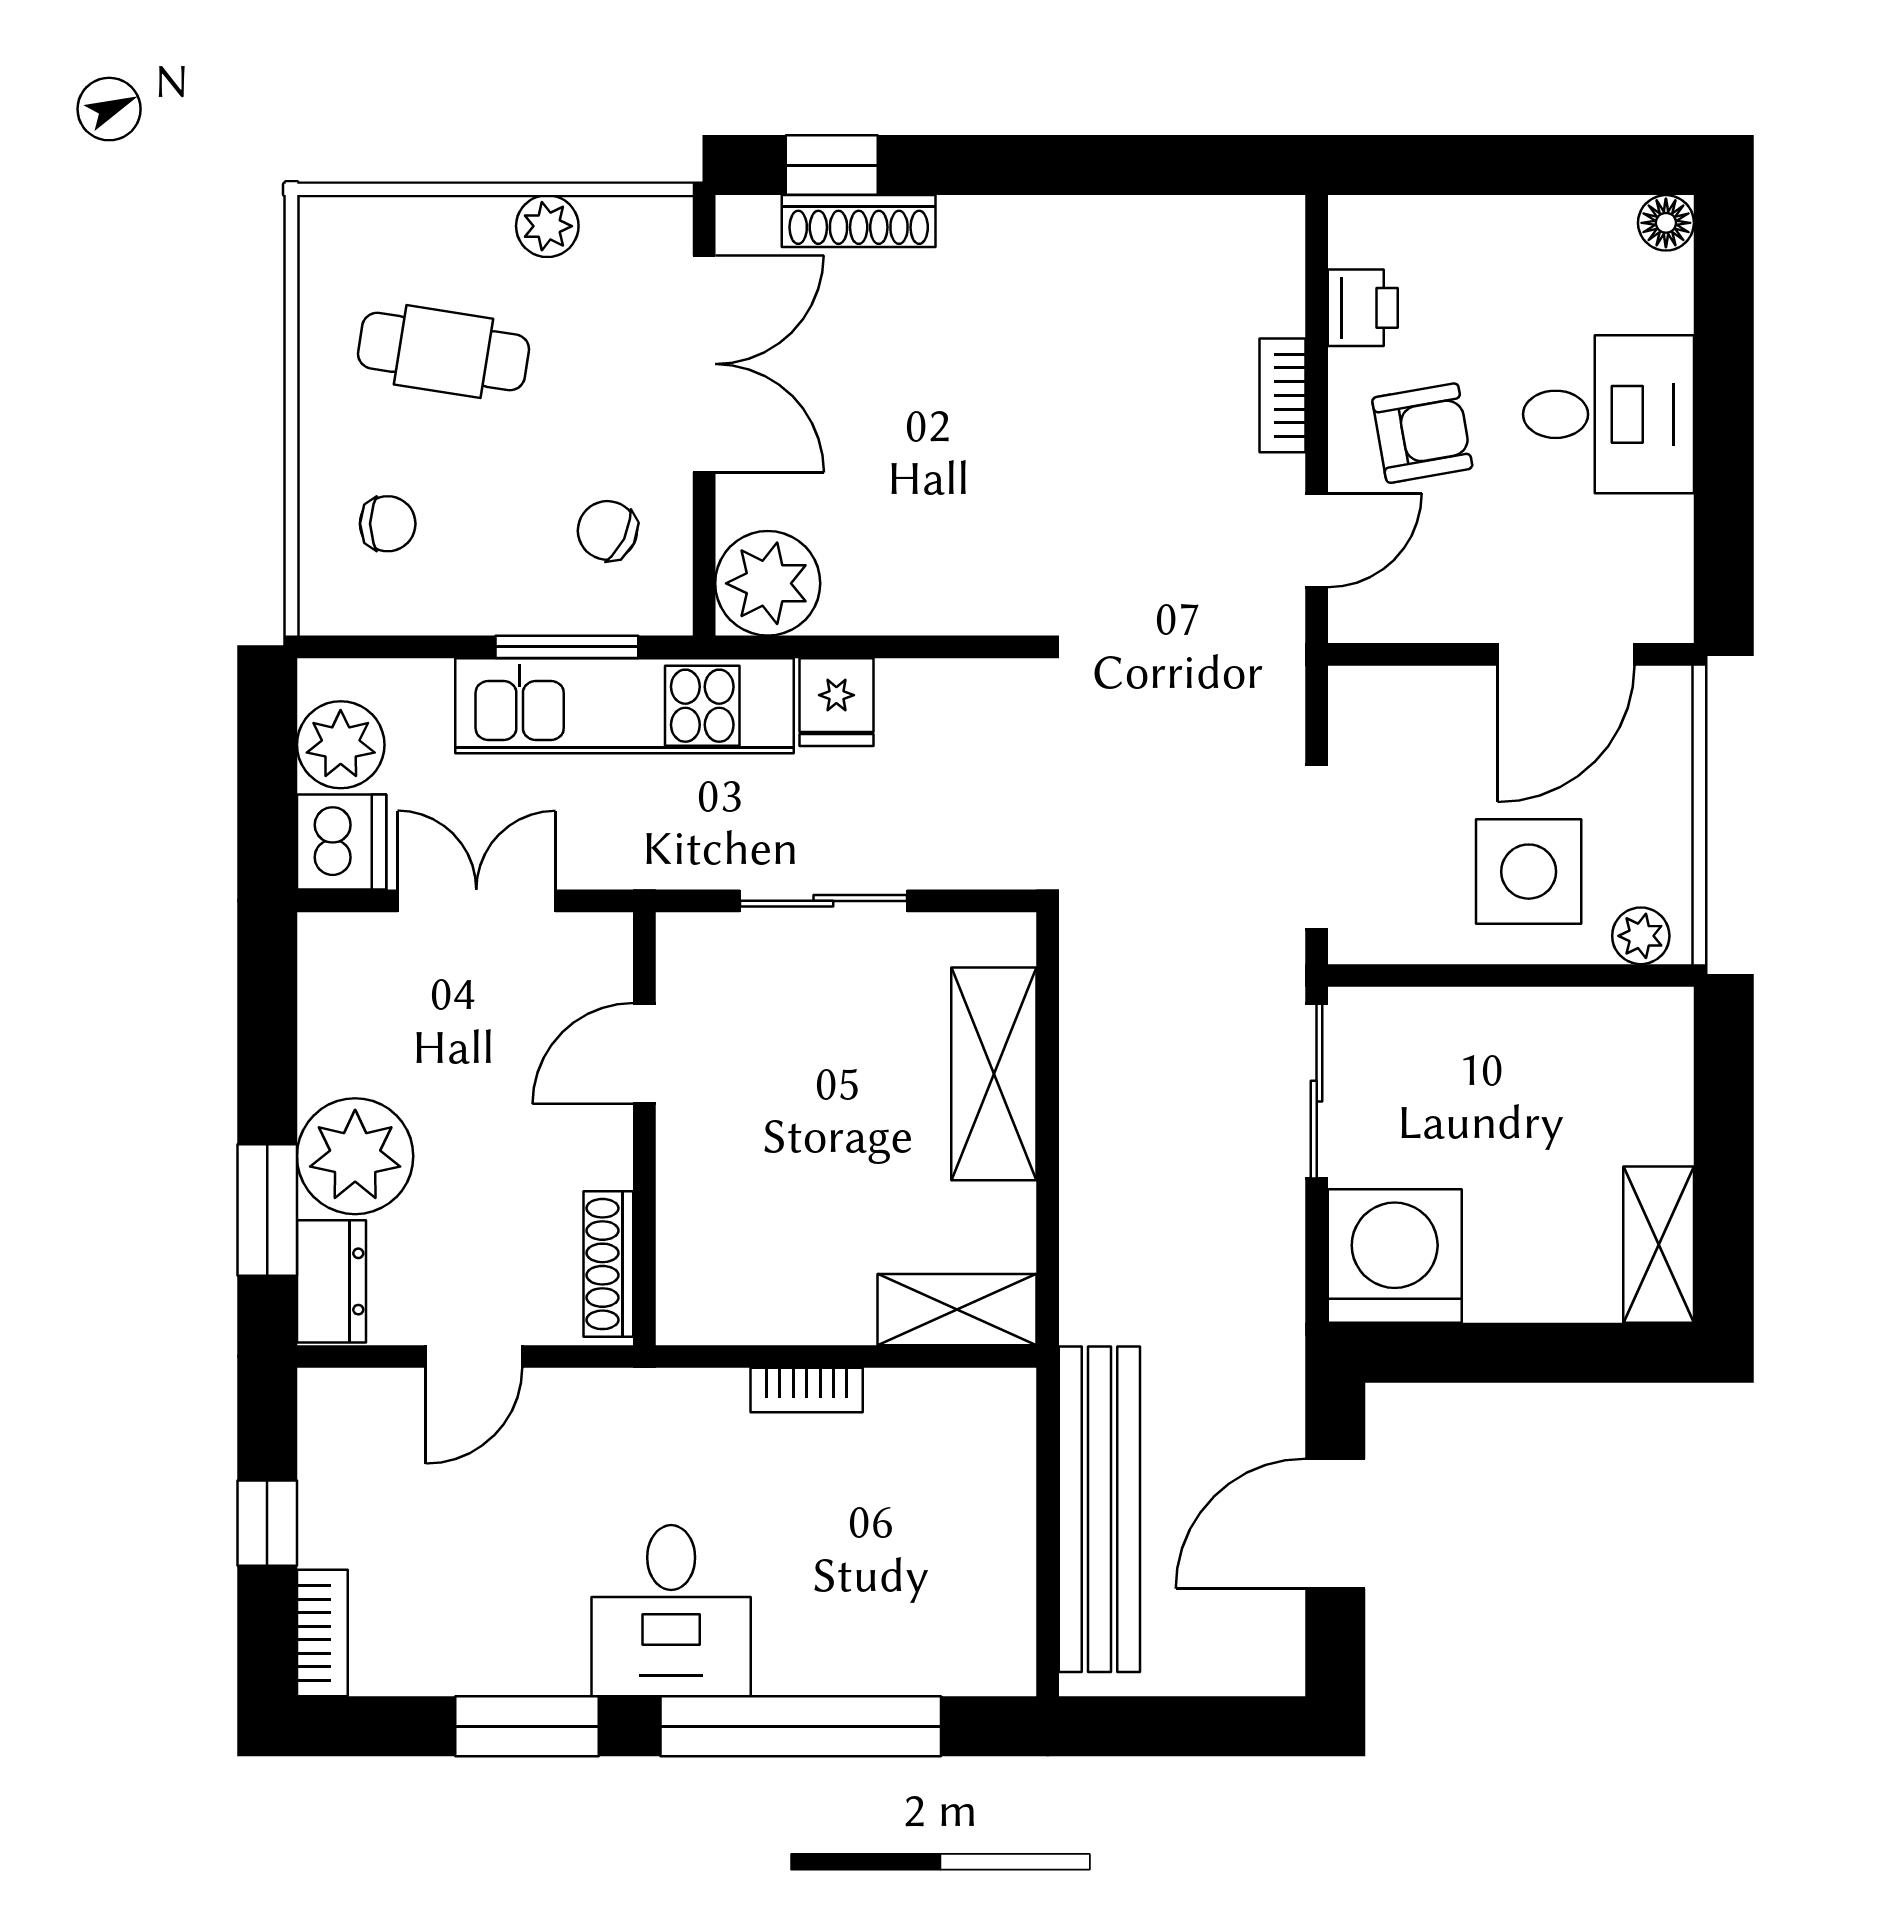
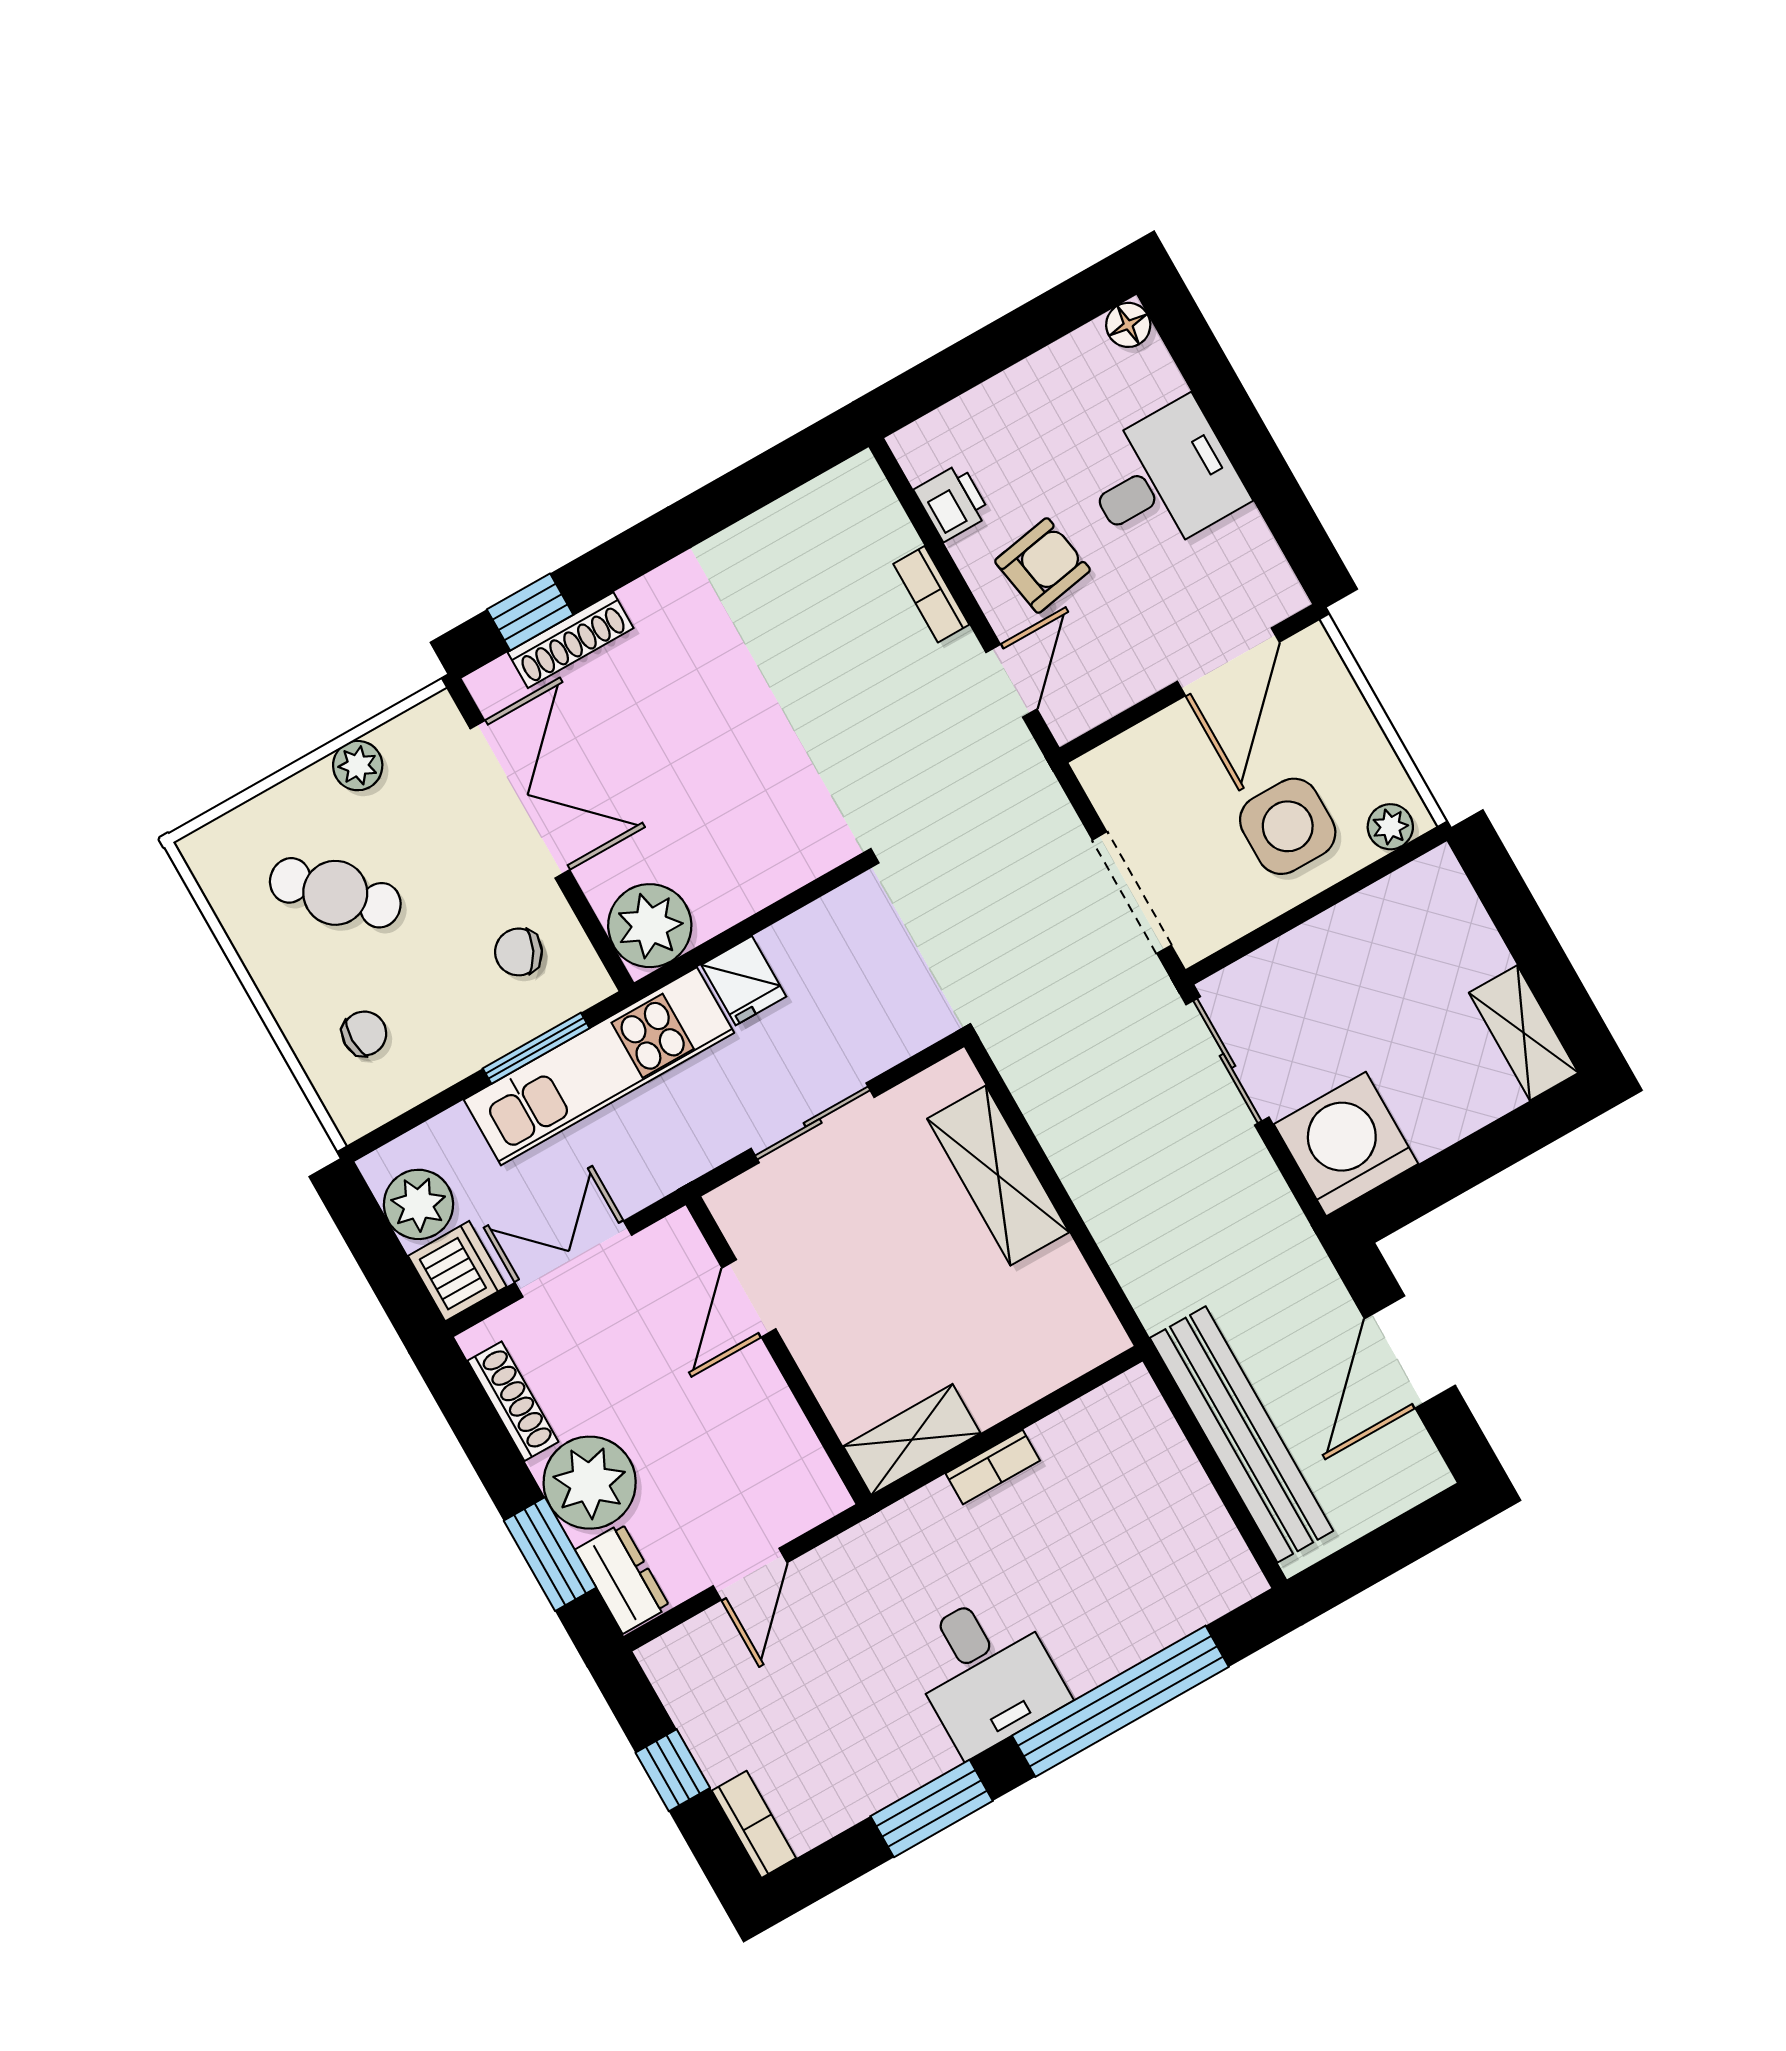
cafe table: (444, 352) -> (335, 893), turned 36
shoe rack: (608, 1264) -> (513, 1401), moved, turned 180
shelving: (957, 1310) -> (912, 1440), moved

